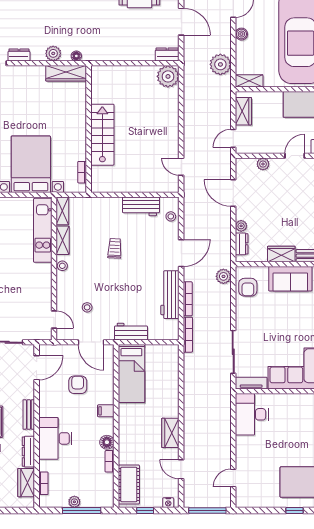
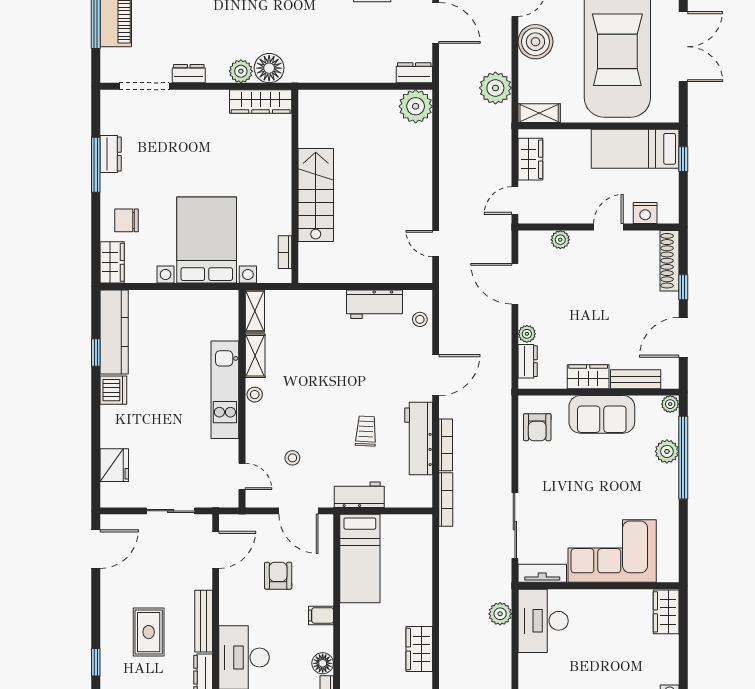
boiler: (241, 34) -> (535, 42), width x1.86, depth x1.86
floor lamp: (76, 56) -> (269, 68), width x1.89, depth x1.89
kitchen unit: (43, 230) -> (225, 390), moved
trolley: (115, 248) -> (366, 431), moved
plant: (223, 276) -> (500, 614), moved
bench: (29, 415) -> (204, 621), width x1.36

